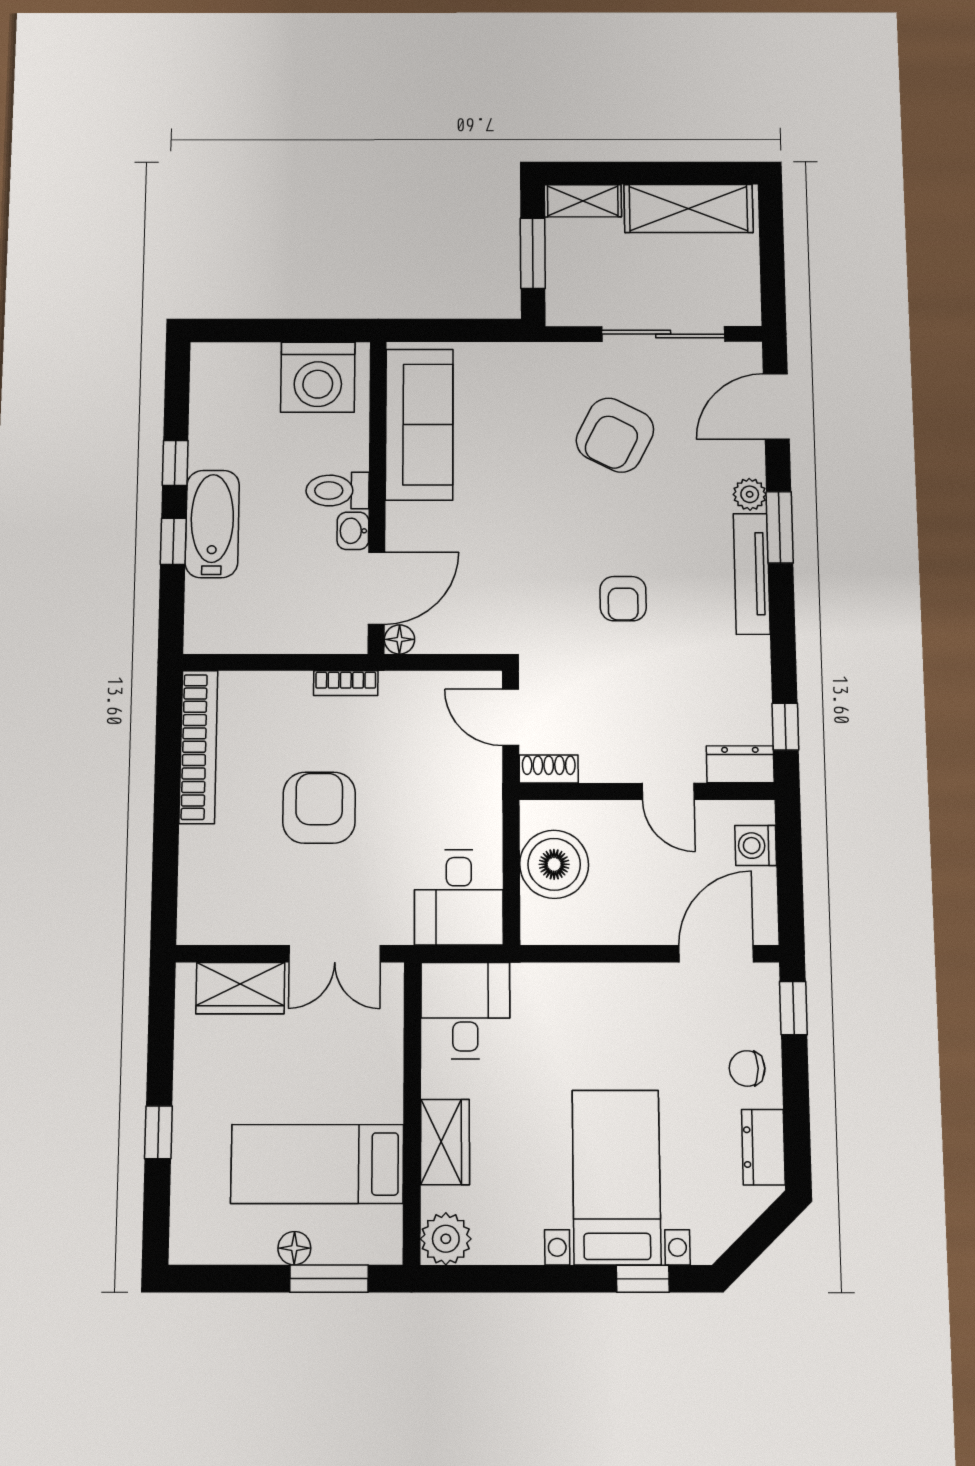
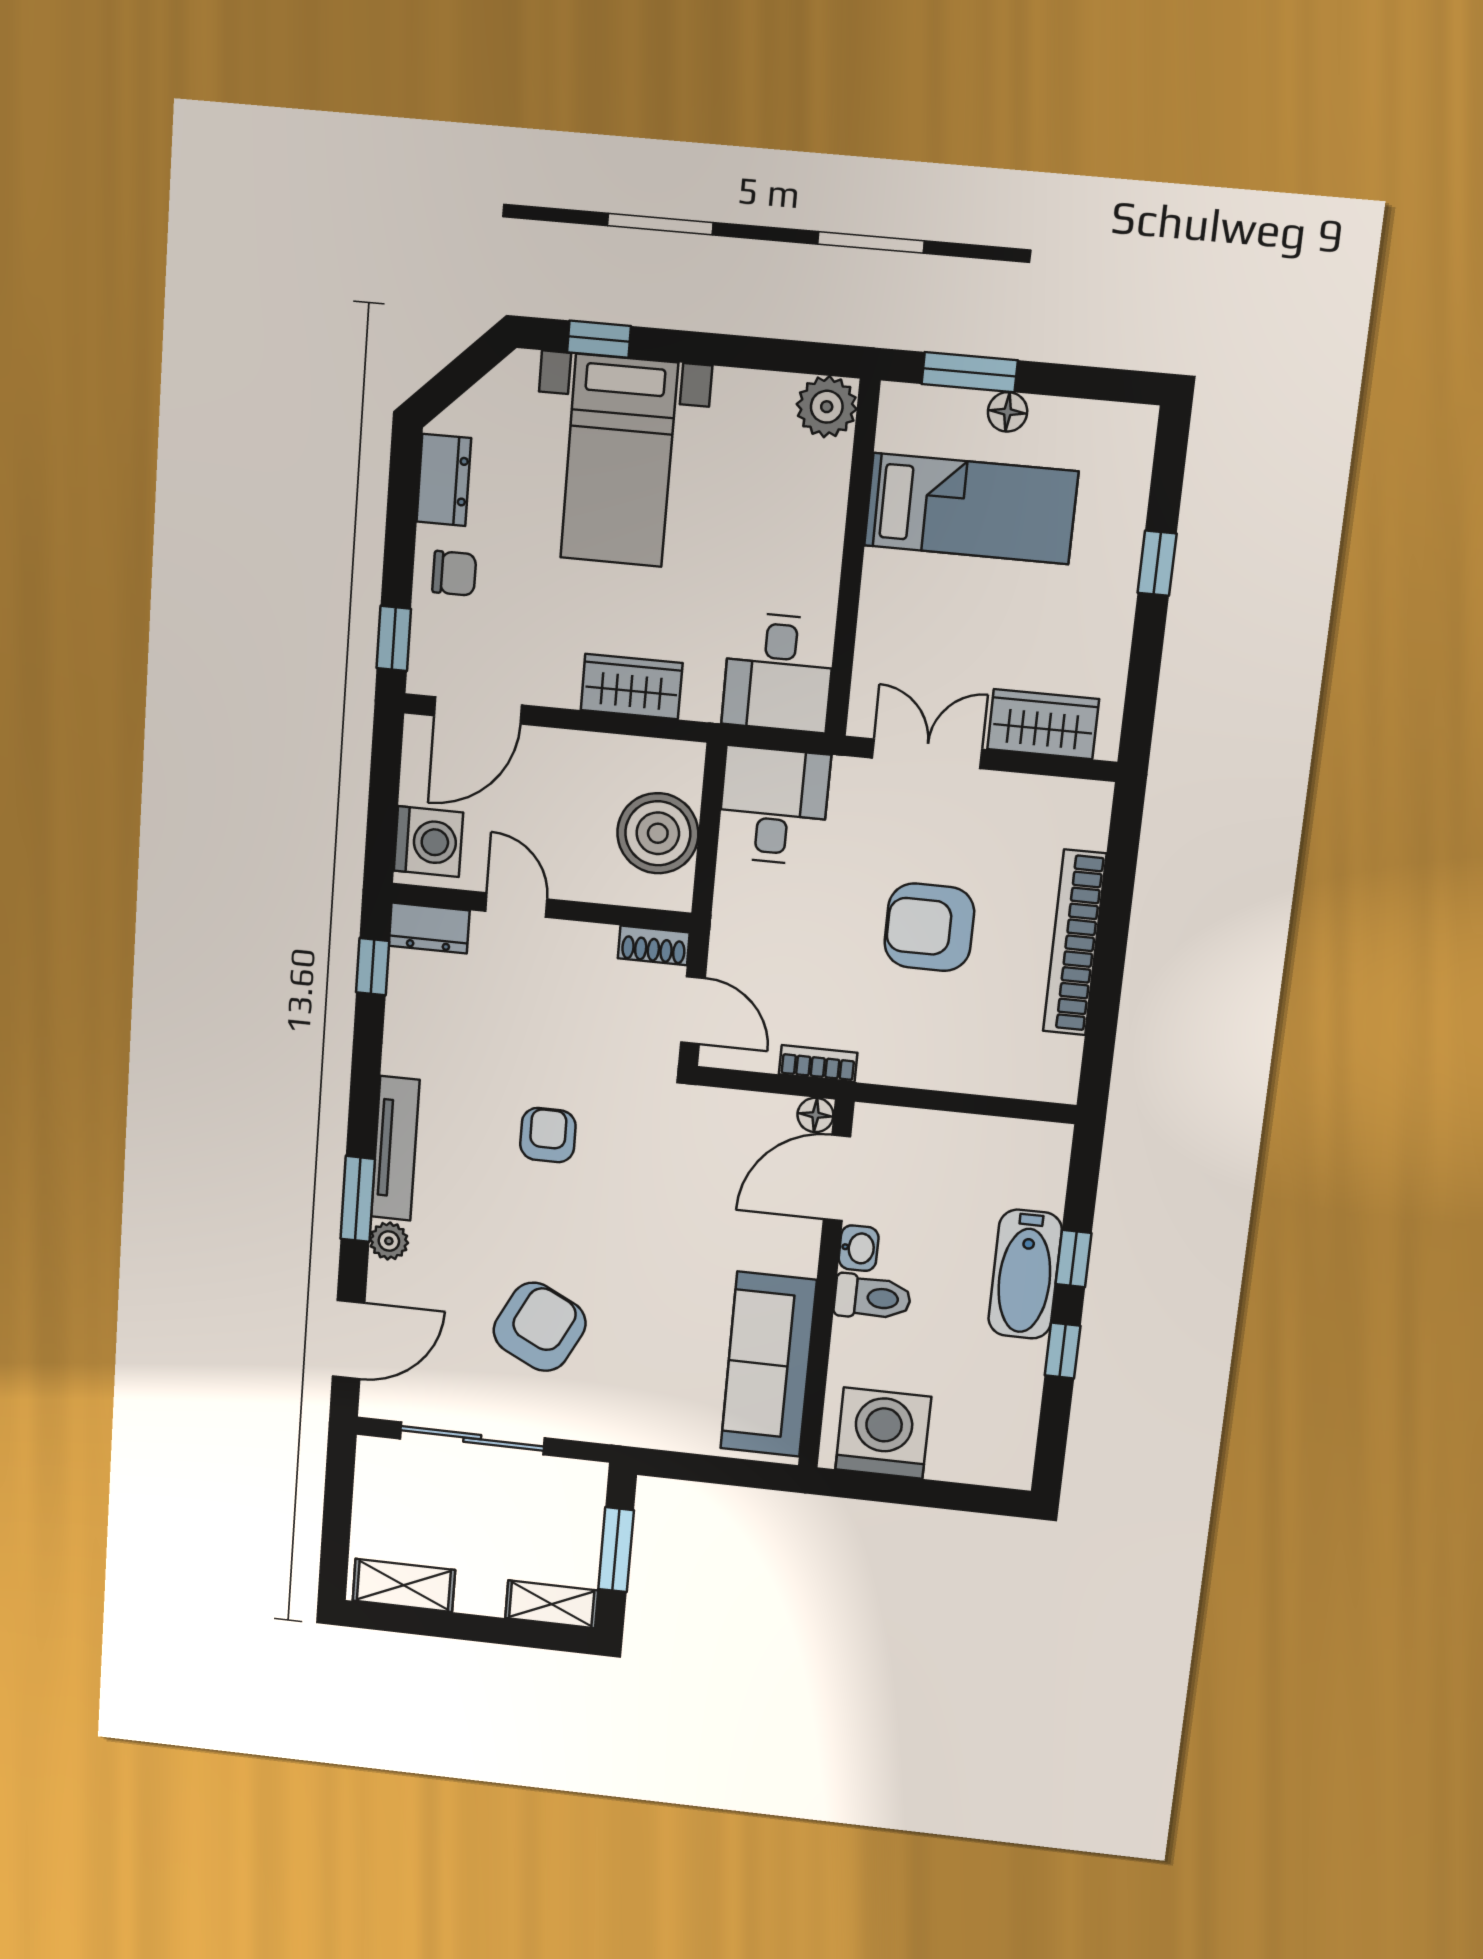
shelving: (688, 209) -> (404, 1585), width x0.67, depth x0.75
bookcase: (346, 683) -> (818, 1064), moved
bookcase: (198, 747) -> (1075, 943), moved
armchair: (319, 808) -> (929, 927), turned 90
washing machine: (756, 846) -> (428, 842), width x1.38, depth x1.38
wardrobe: (445, 1142) -> (632, 687), moved, turned 90

